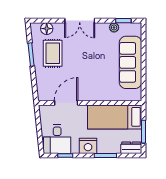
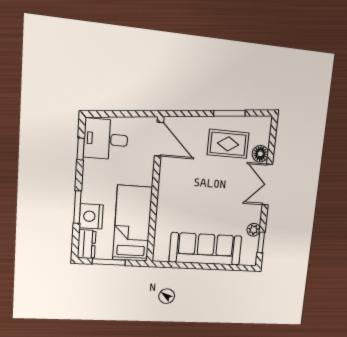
floor lamp: (47, 29) -> (260, 154), moved
door: (66, 103) -> (159, 139), moved
nightstand: (88, 146) -> (91, 216), moved

